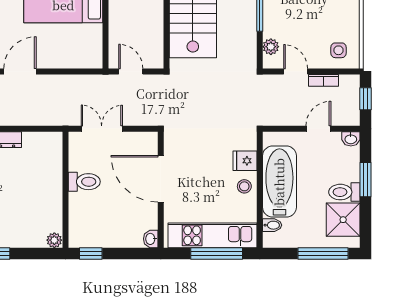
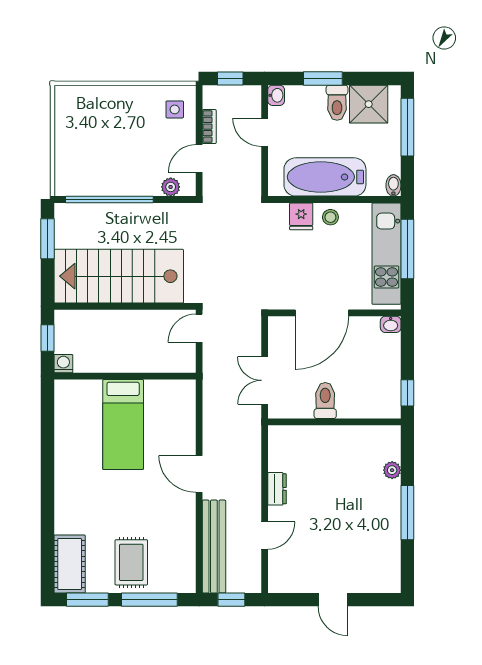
door: (131, 72) -> (199, 328), moved
bidet: (272, 225) -> (393, 185), moved
plant: (54, 240) -> (392, 470), moved

